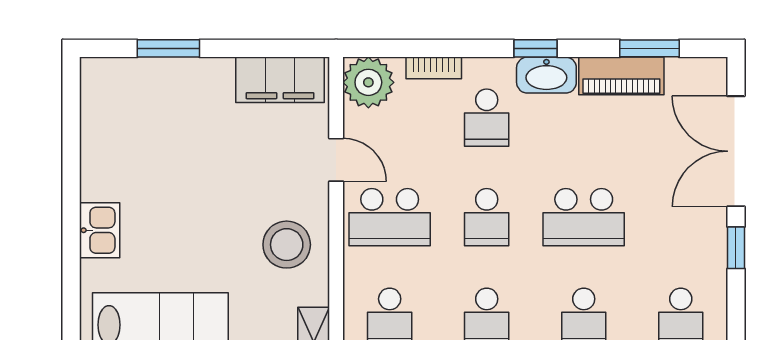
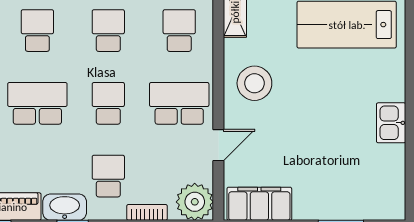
door: (336, 160) -> (218, 145), swing flipped
kitchen sink: (100, 230) -> (391, 123), moved

